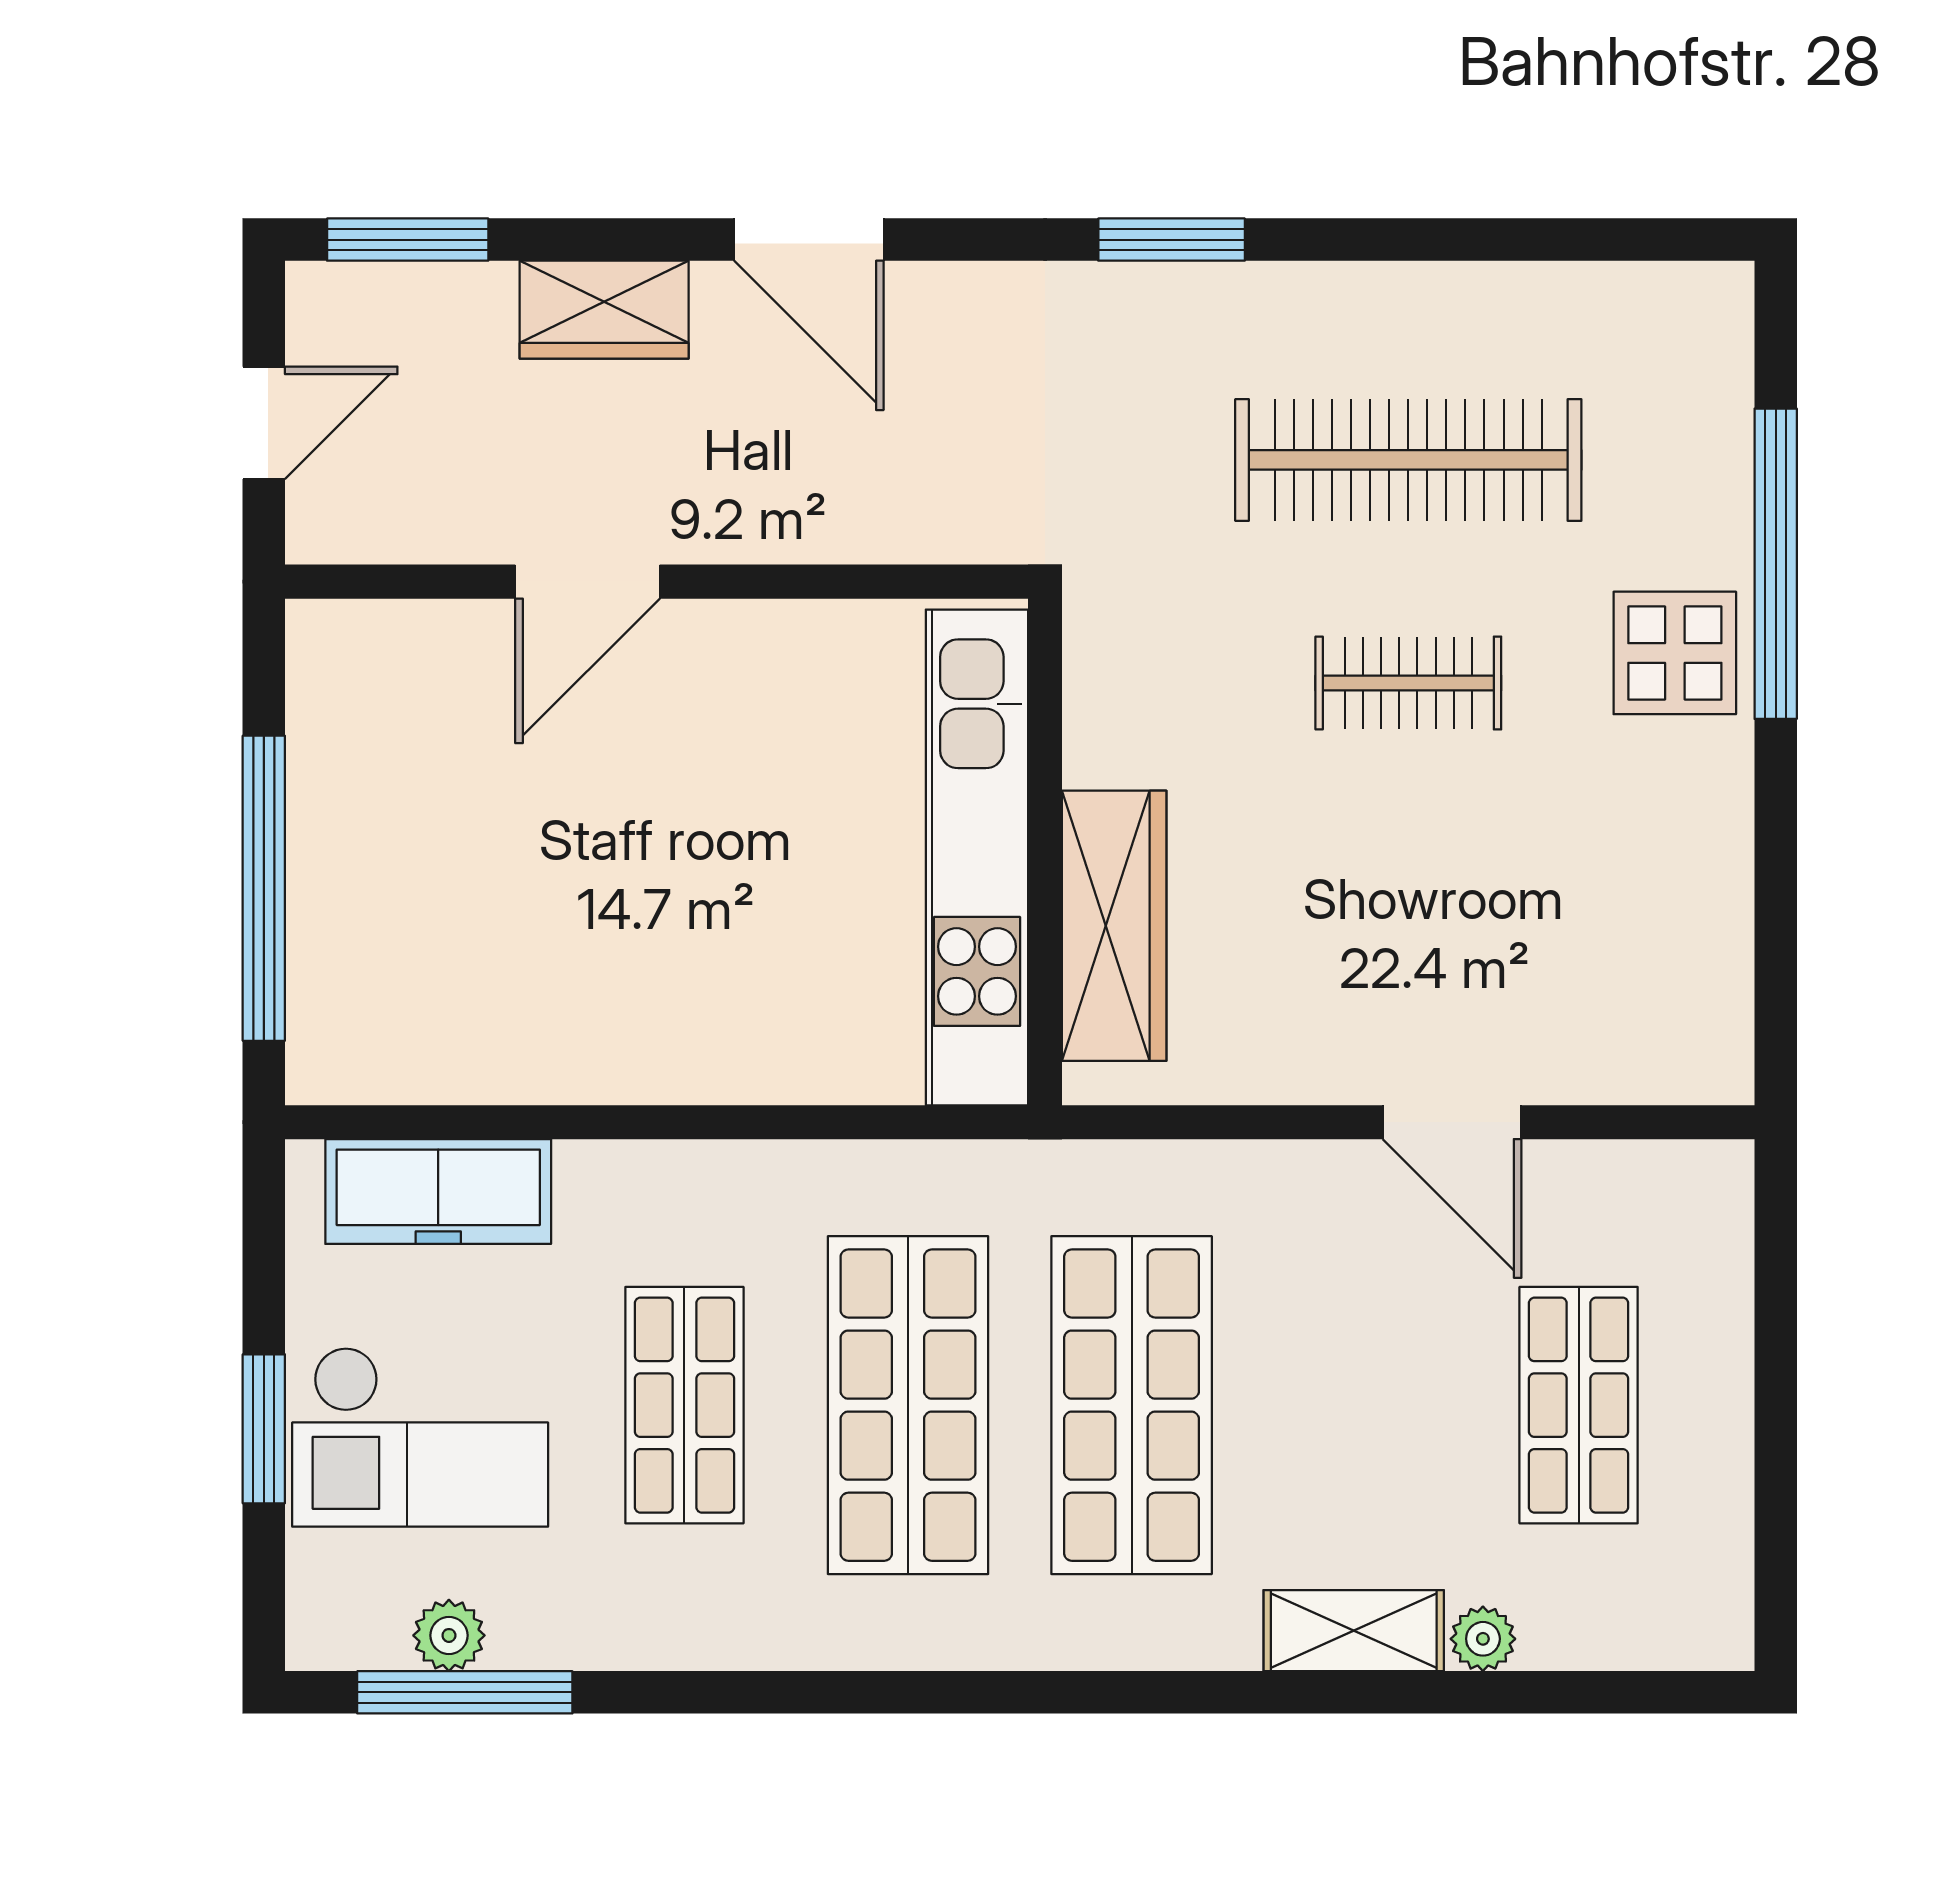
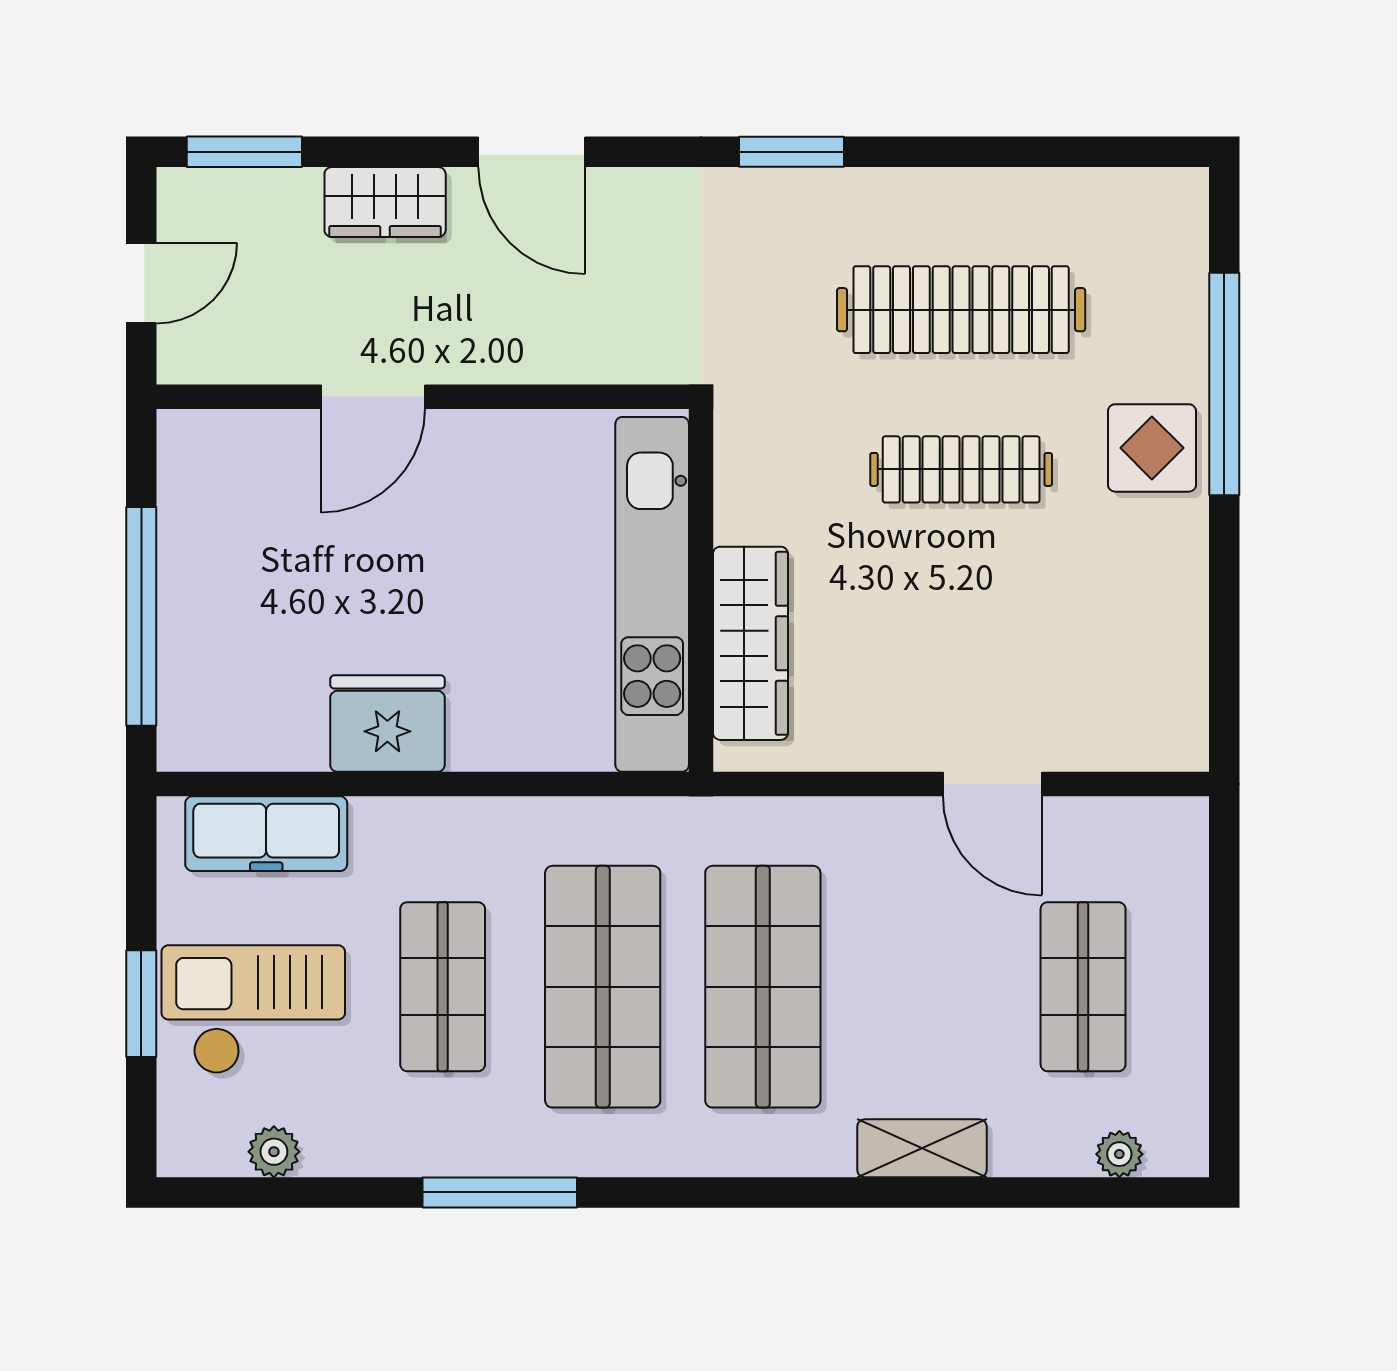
clothes rail: (1408, 683) -> (961, 469), width x1.36
fridge: (607, 1038) -> (387, 724), added
checkout: (420, 1437) -> (253, 1009), turned 180
plant: (1483, 1639) -> (1119, 1154), moved
window: (465, 1692) -> (500, 1192), moved

